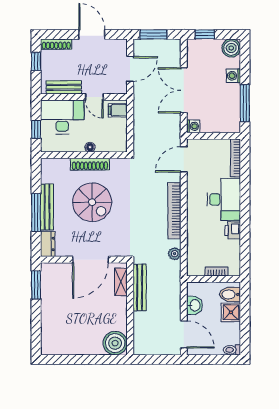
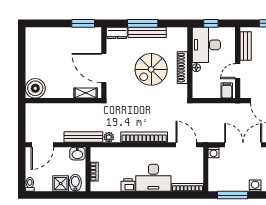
desk: (62, 117) -> (206, 45), moved, turned 180
bench: (140, 288) -> (83, 137), moved
washbasin: (195, 305) -> (77, 154), moved

